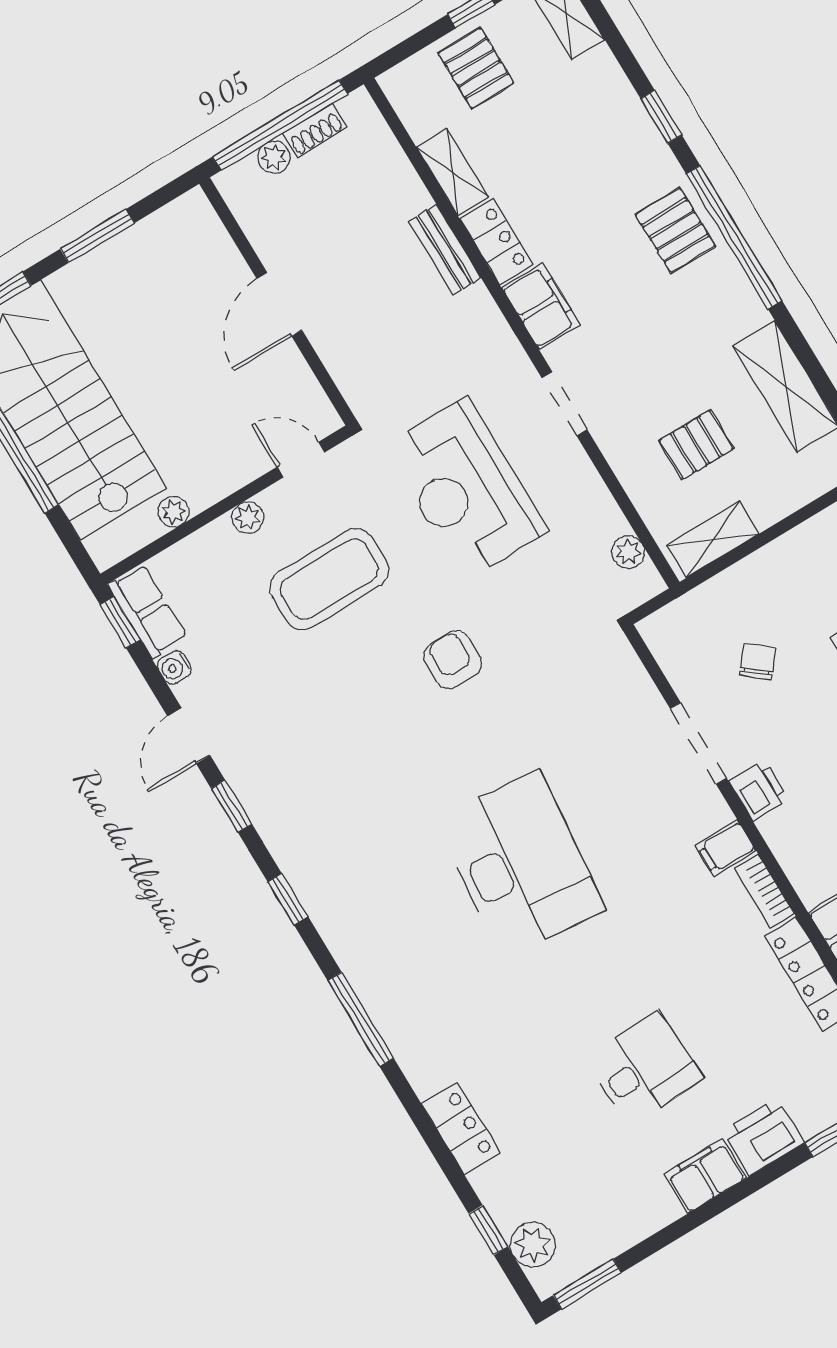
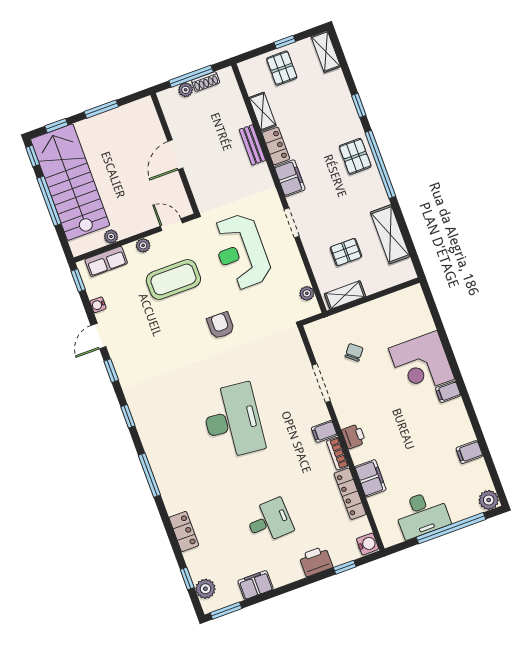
window: (280, 125) -> (191, 76), width x0.68
row of seats: (148, 611) -> (106, 261), moved, turned 90
printer: (759, 790) -> (354, 436), moved
filing cabinet: (705, 1176) -> (255, 585), moved

